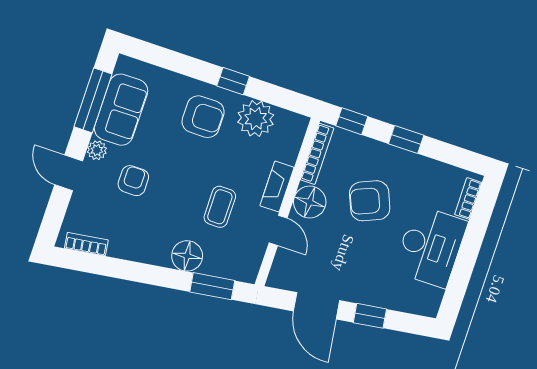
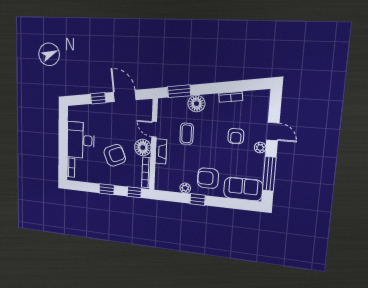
sofa: (121, 110) -> (243, 189), moved, turned 90
plant: (256, 119) -> (185, 188), width x0.53, depth x0.53
bookcase: (86, 244) -> (231, 97), moved

